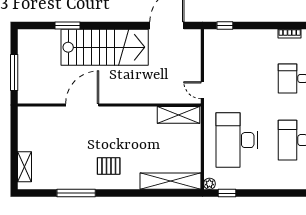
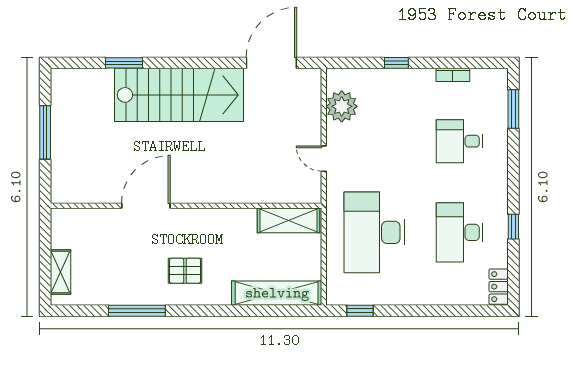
window: (225, 26) -> (396, 63), moved
door: (82, 105) -> (146, 206), moved
wall: (109, 105) -> (186, 206), moved
shelving: (179, 115) -> (288, 220), moved
plant: (210, 184) -> (342, 106), moved, width x1.88, depth x1.88

